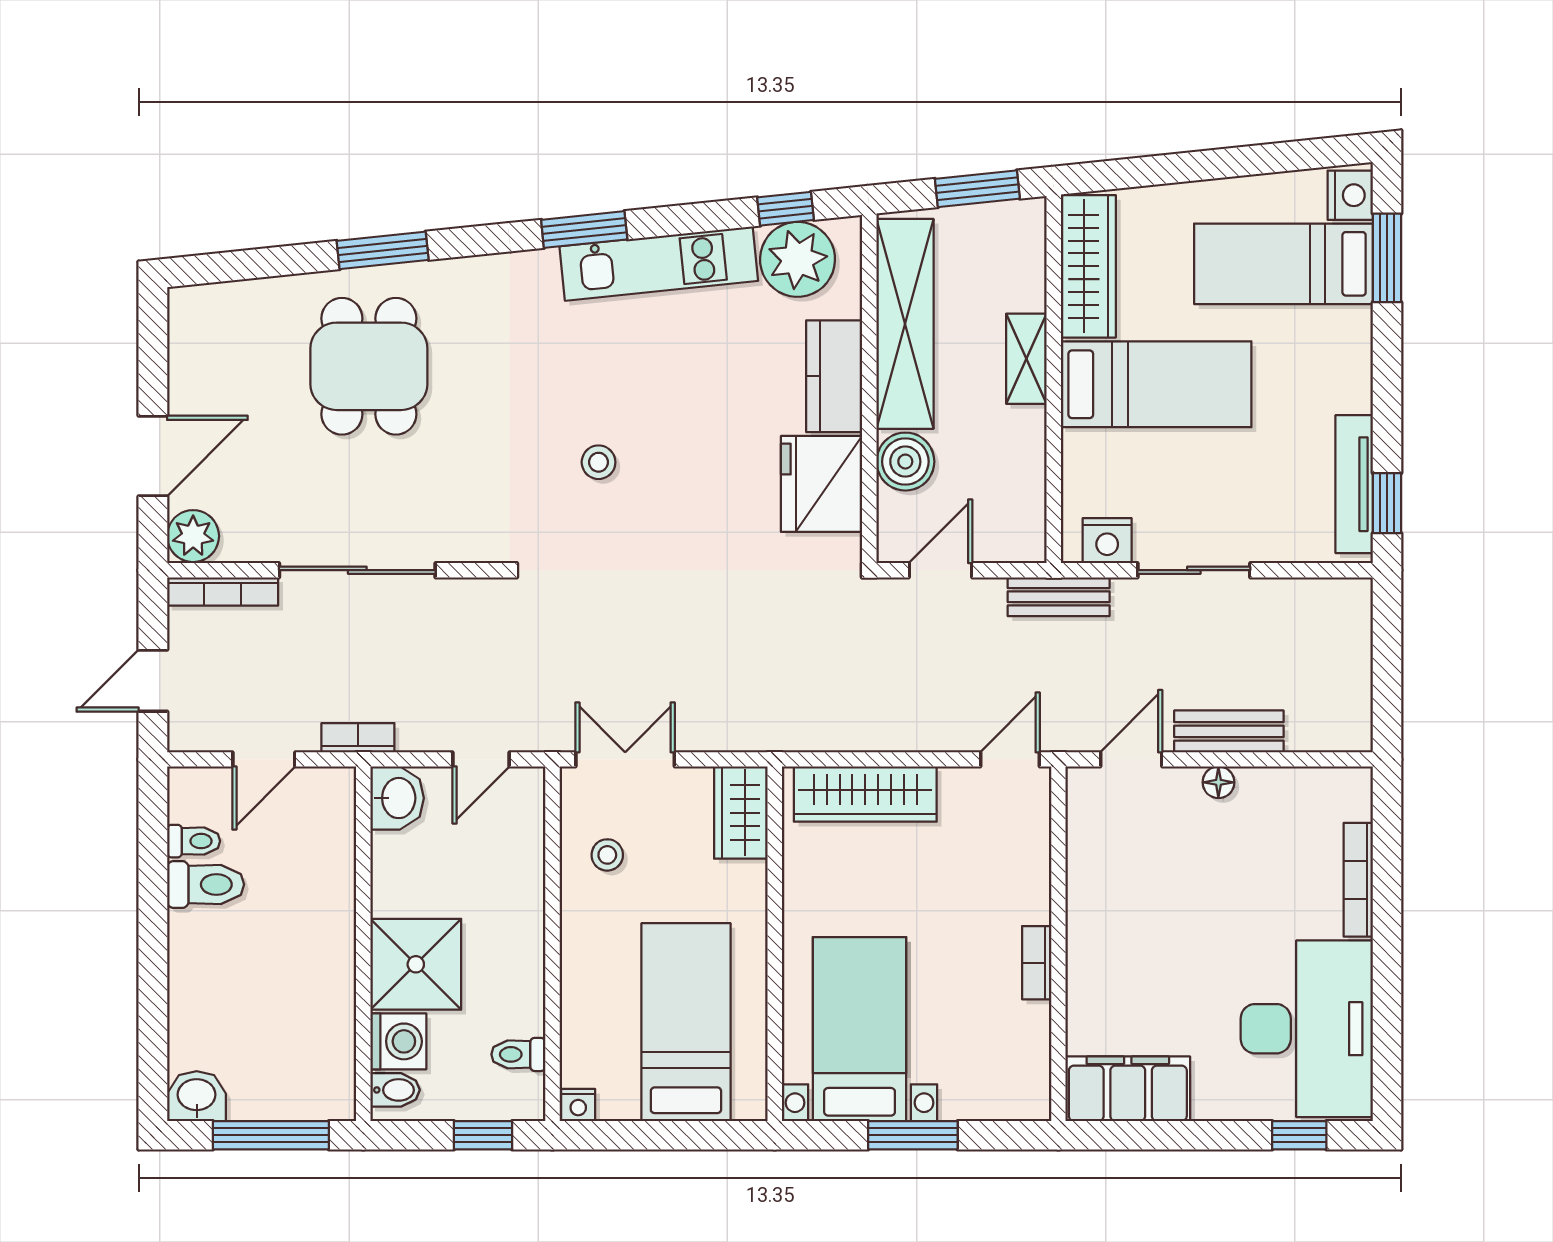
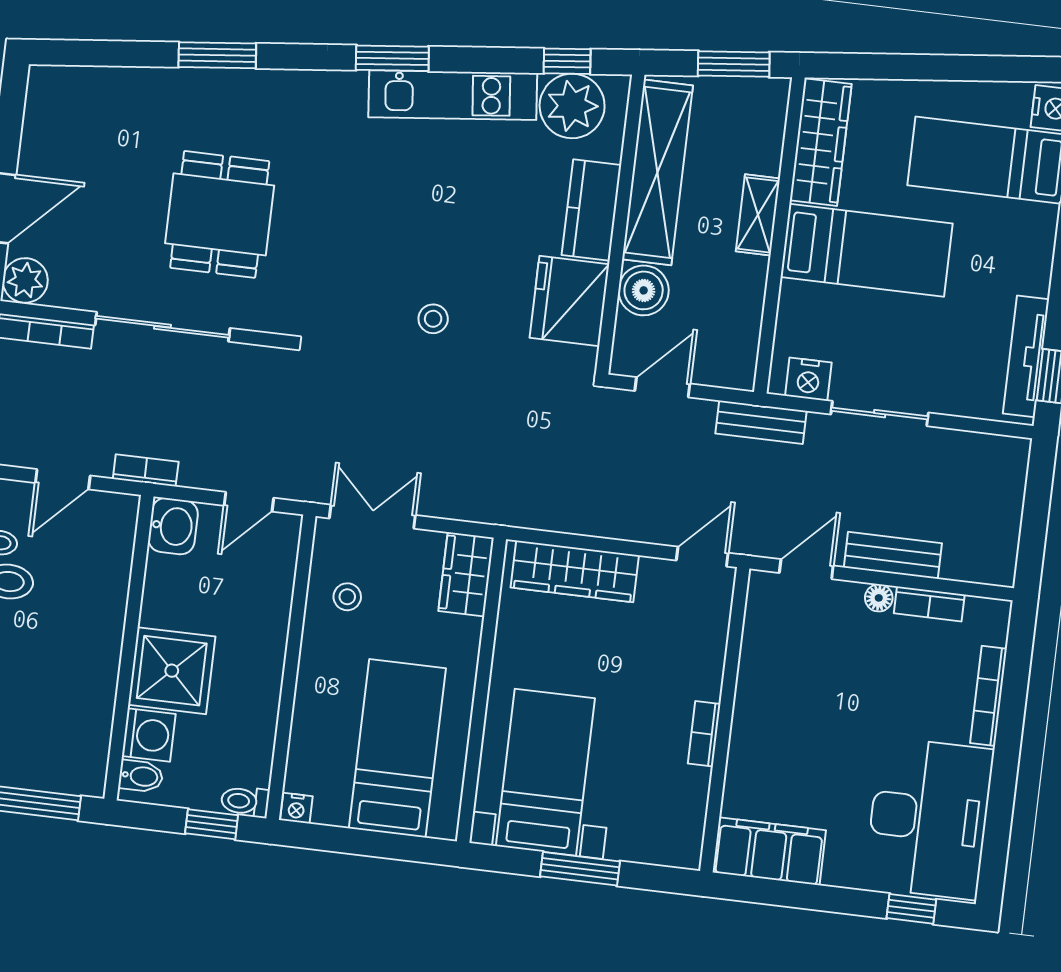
dining table: (369, 366) -> (220, 214), moved
stool: (599, 462) -> (433, 319), moved
bookcase: (1277, 782) -> (929, 604), added
toilet: (518, 1054) -> (245, 801), moved

